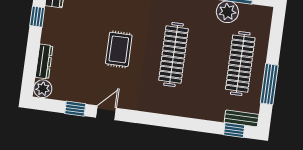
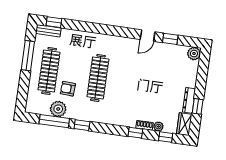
armchair: (214, 39) -> (68, 89), added
rug: (119, 49) -> (138, 82), removed
dresser: (44, 61) -> (189, 100), moved

